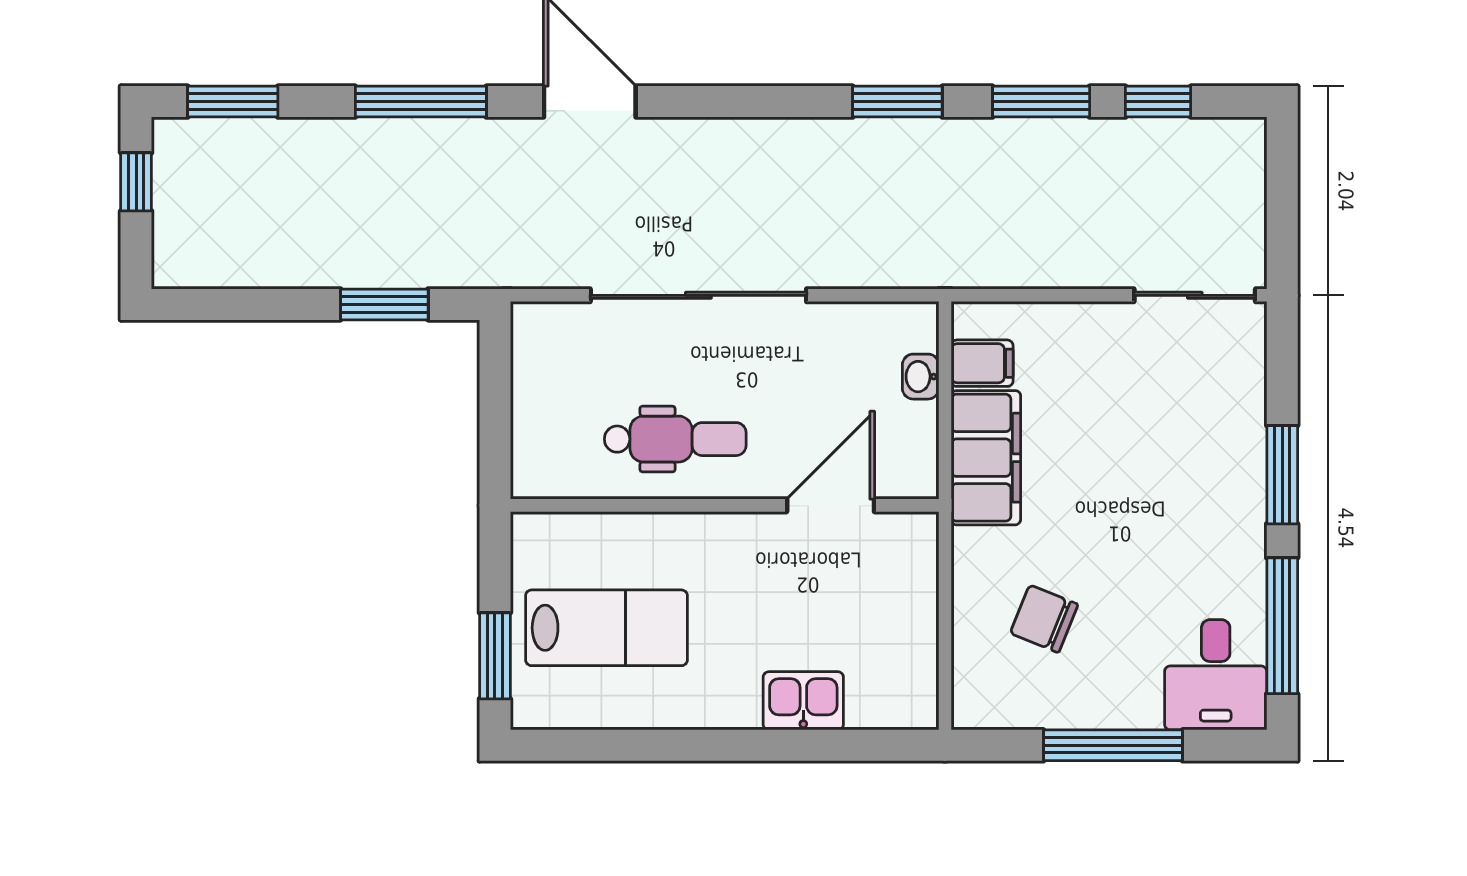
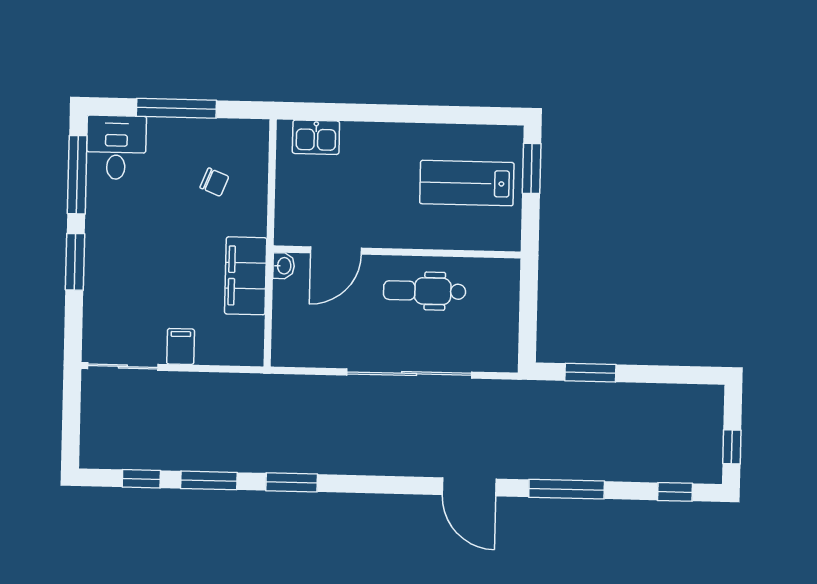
window: (233, 102) -> (675, 492), width x0.67
filing cabinet: (982, 363) -> (181, 347), moved, turned 90
washbasin: (921, 377) -> (284, 266), moved
chair: (1044, 619) -> (214, 182), width x0.73, depth x0.73
kitchen sink: (803, 701) -> (316, 137), moved

